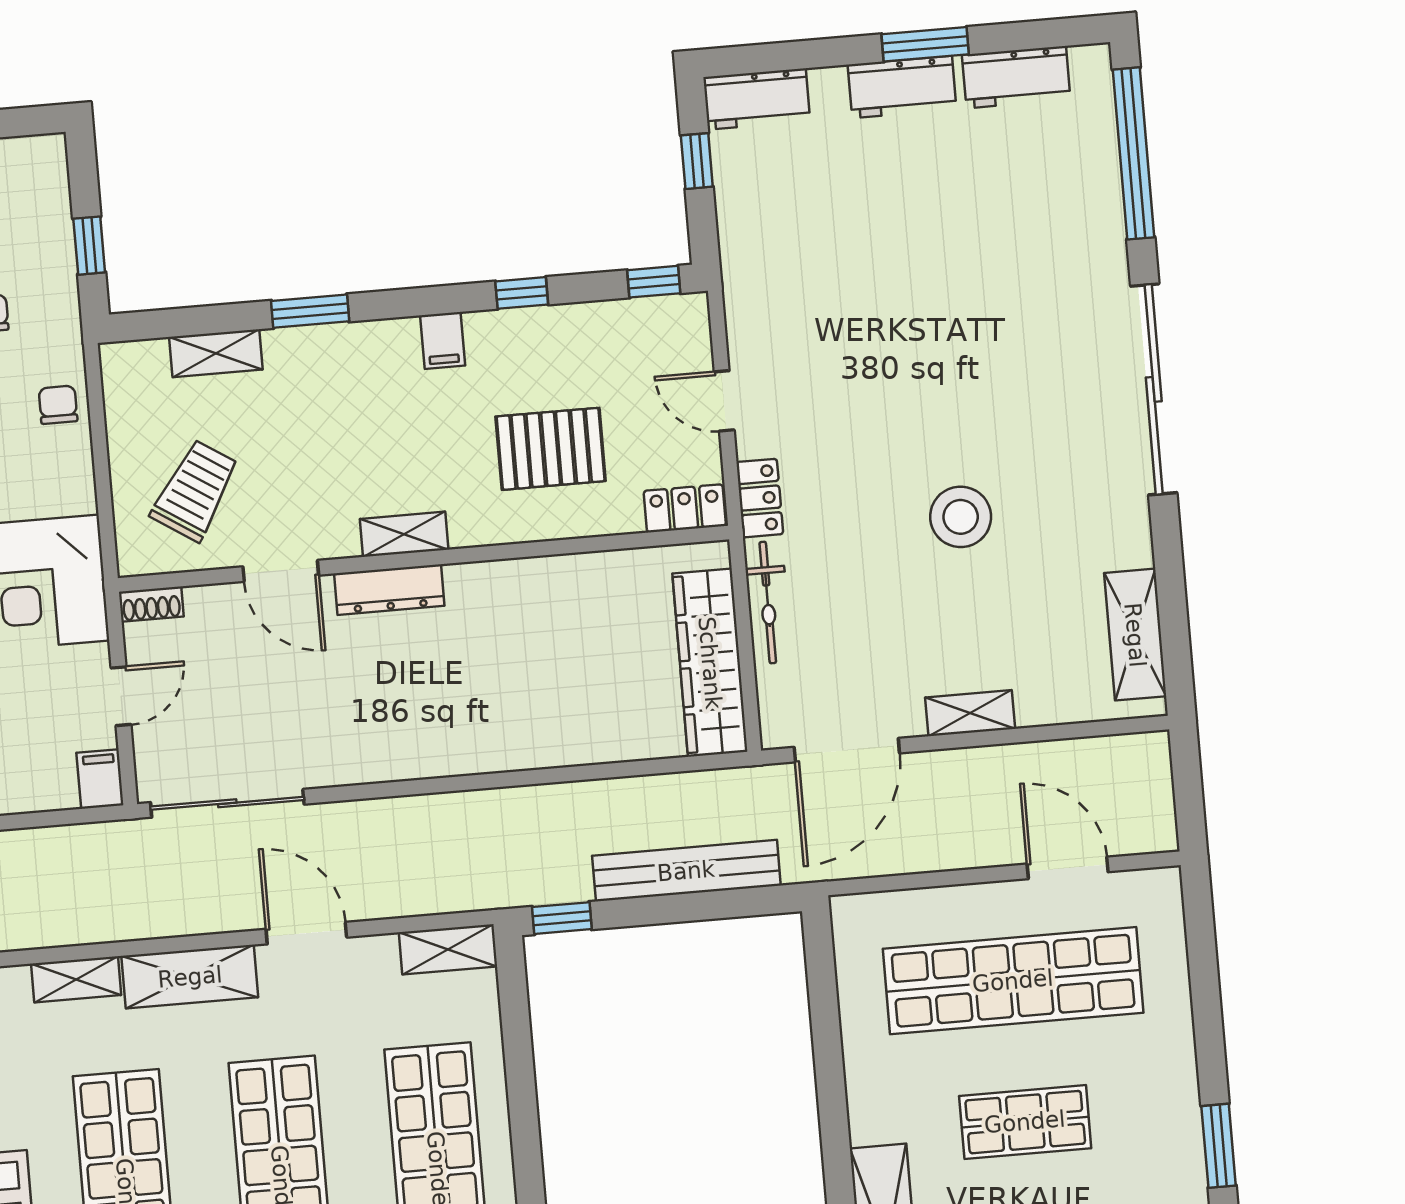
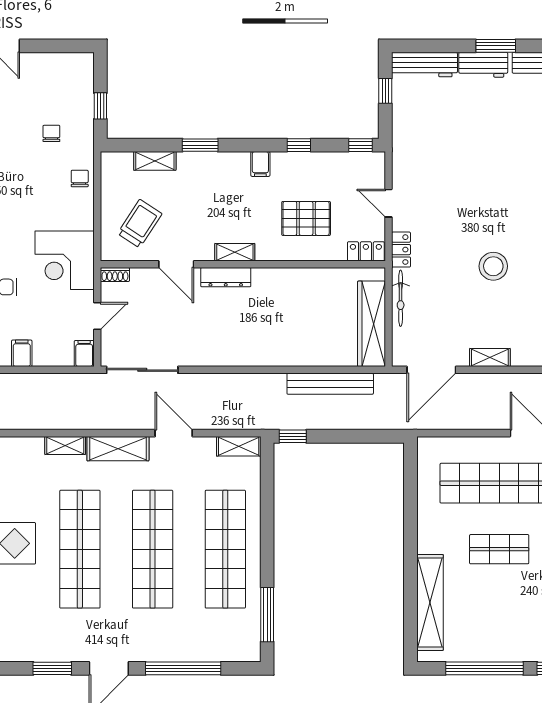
workbench: (757, 99) -> (424, 65), width x1.38
bench: (686, 871) -> (330, 384), moved

